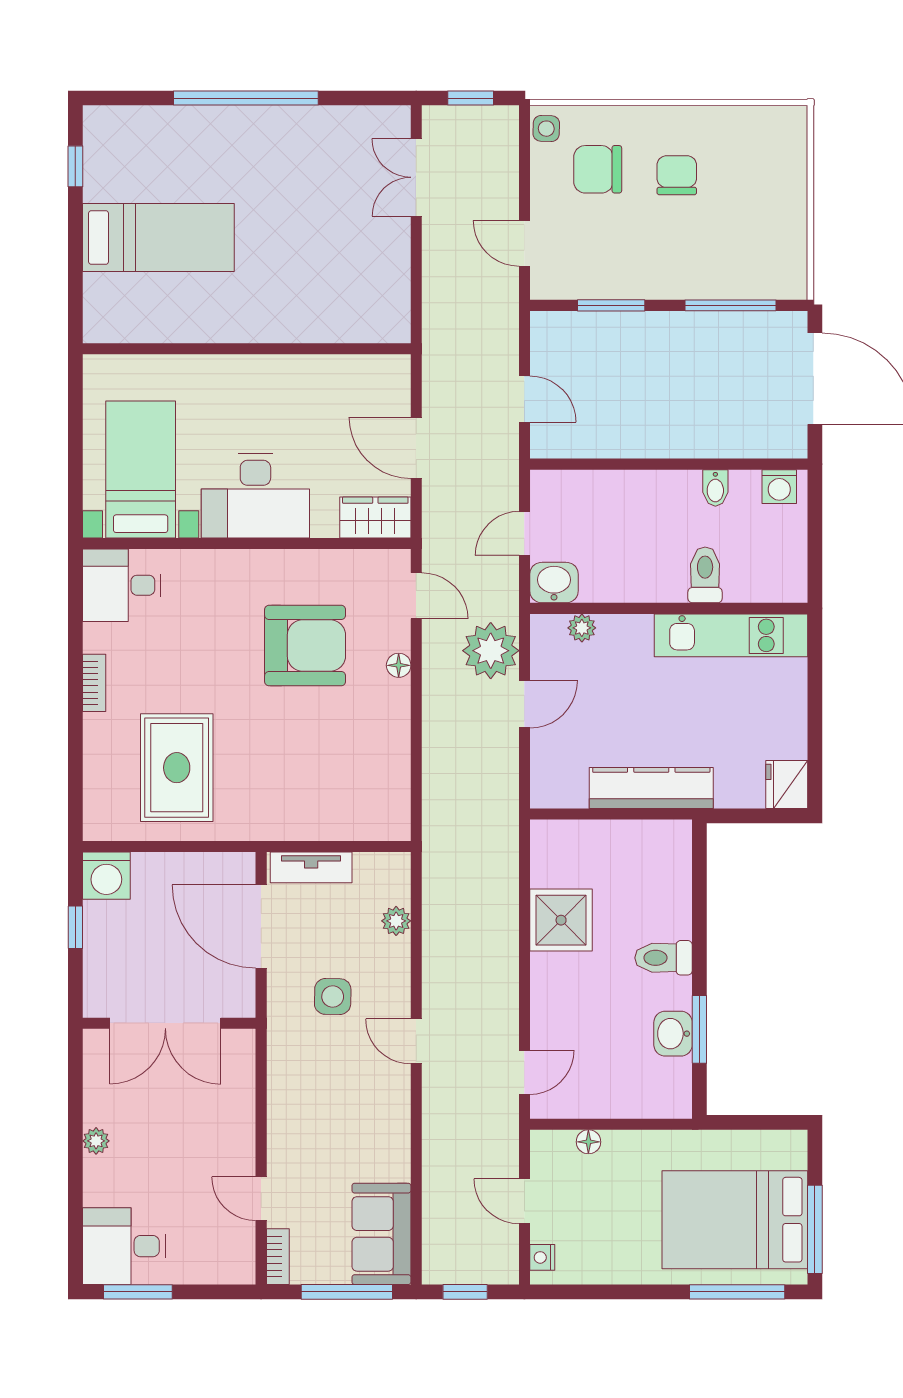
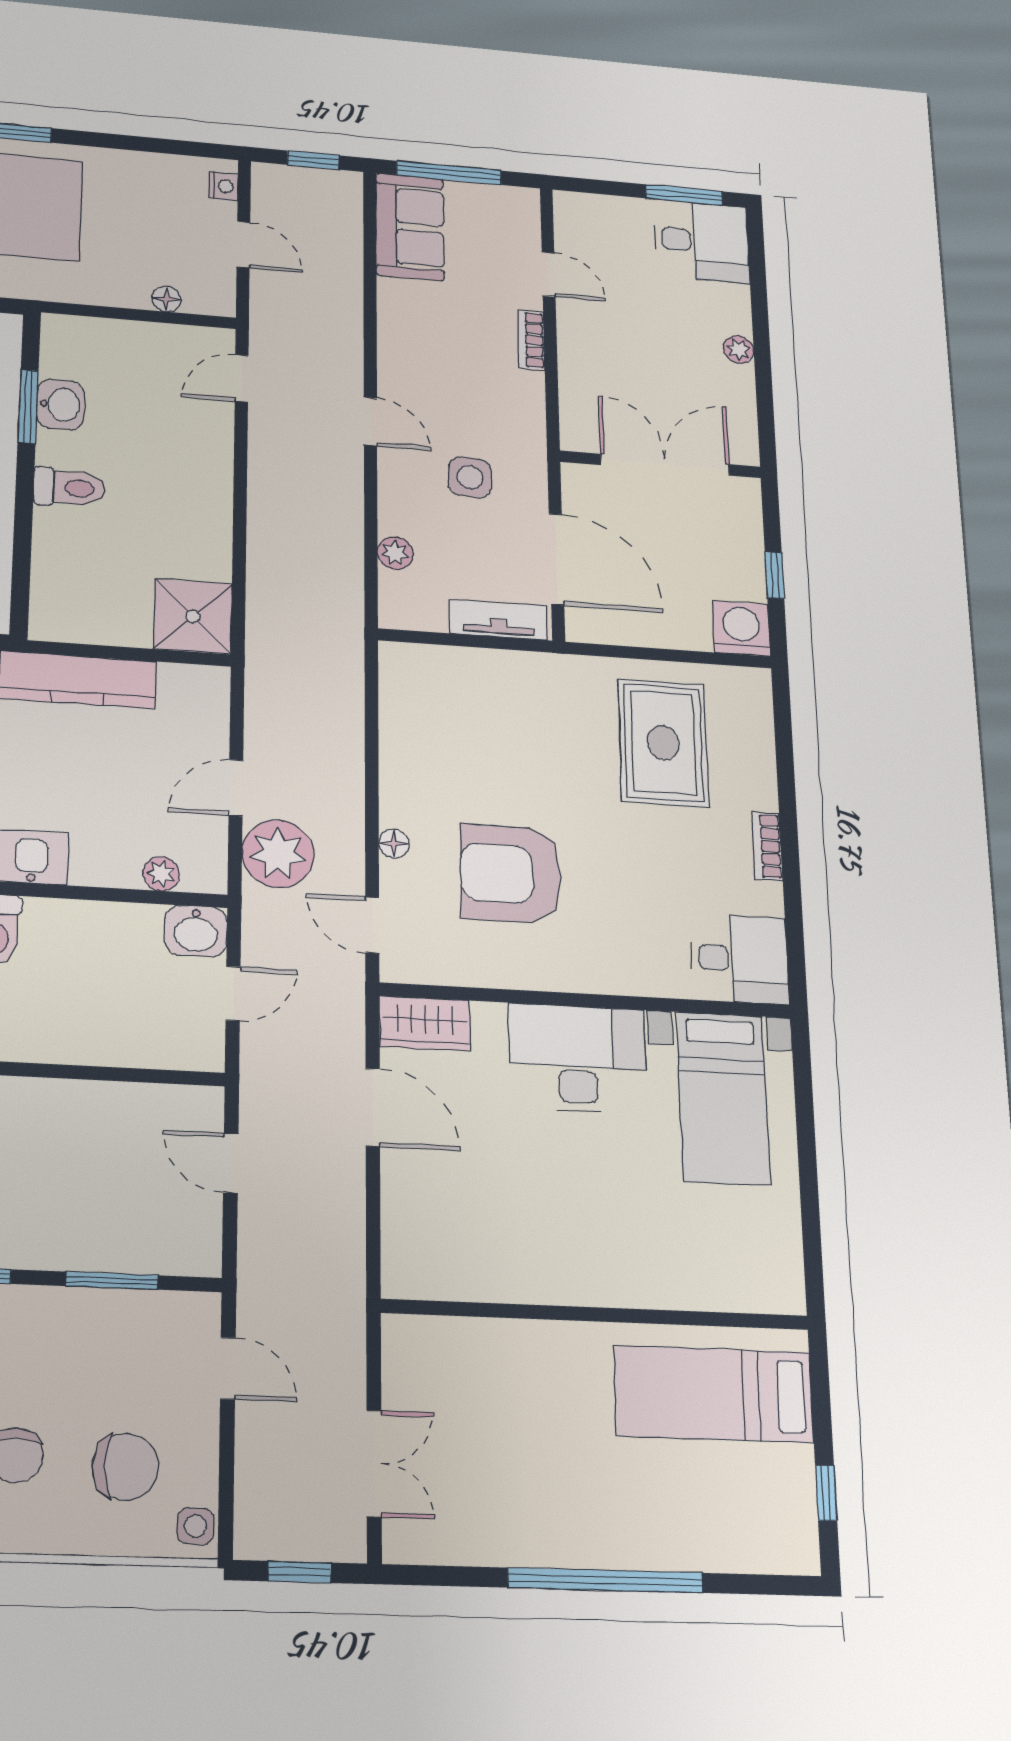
wall: (247, 349) -> (596, 1314), moved
shower: (561, 920) -> (193, 616), moved
bookcase: (278, 1257) -> (531, 340), moved

